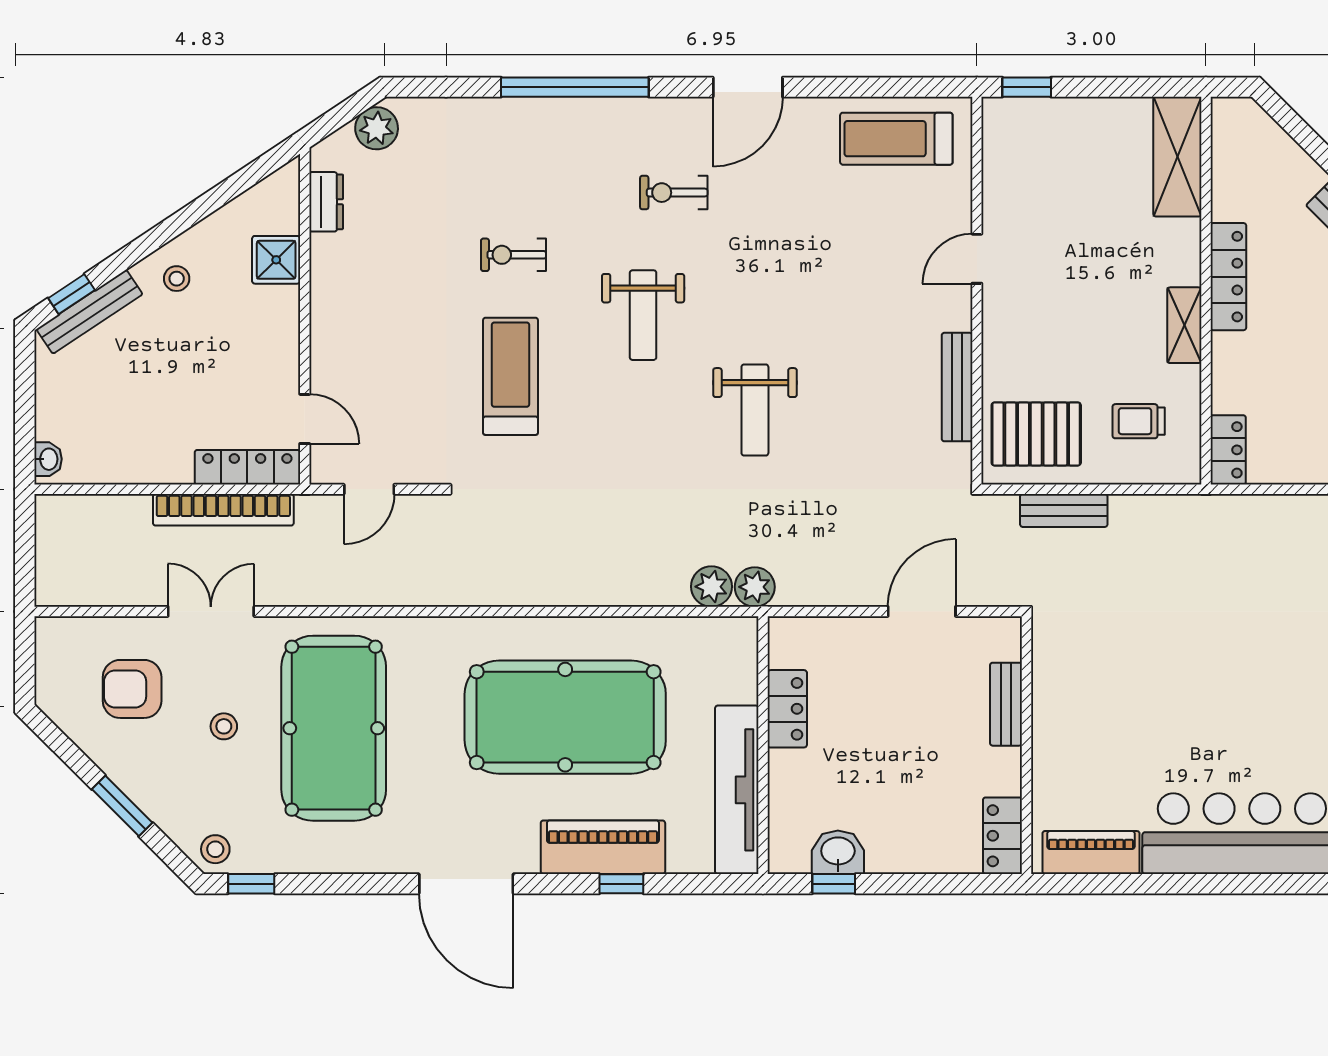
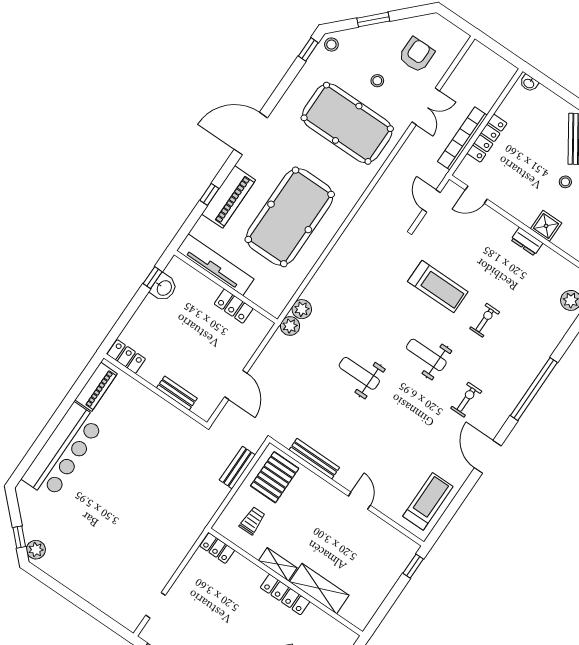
shelving: (1177, 157) -> (319, 589), moved
dresser: (326, 202) -> (527, 241), moved
locker: (247, 467) -> (487, 138), moved

